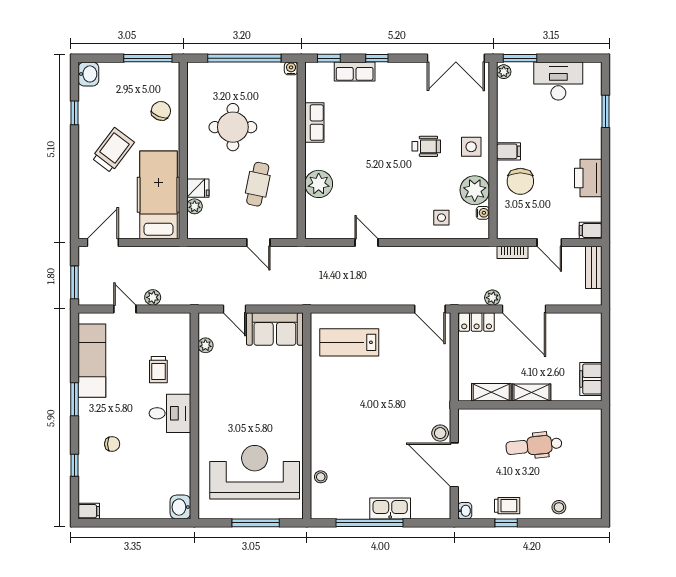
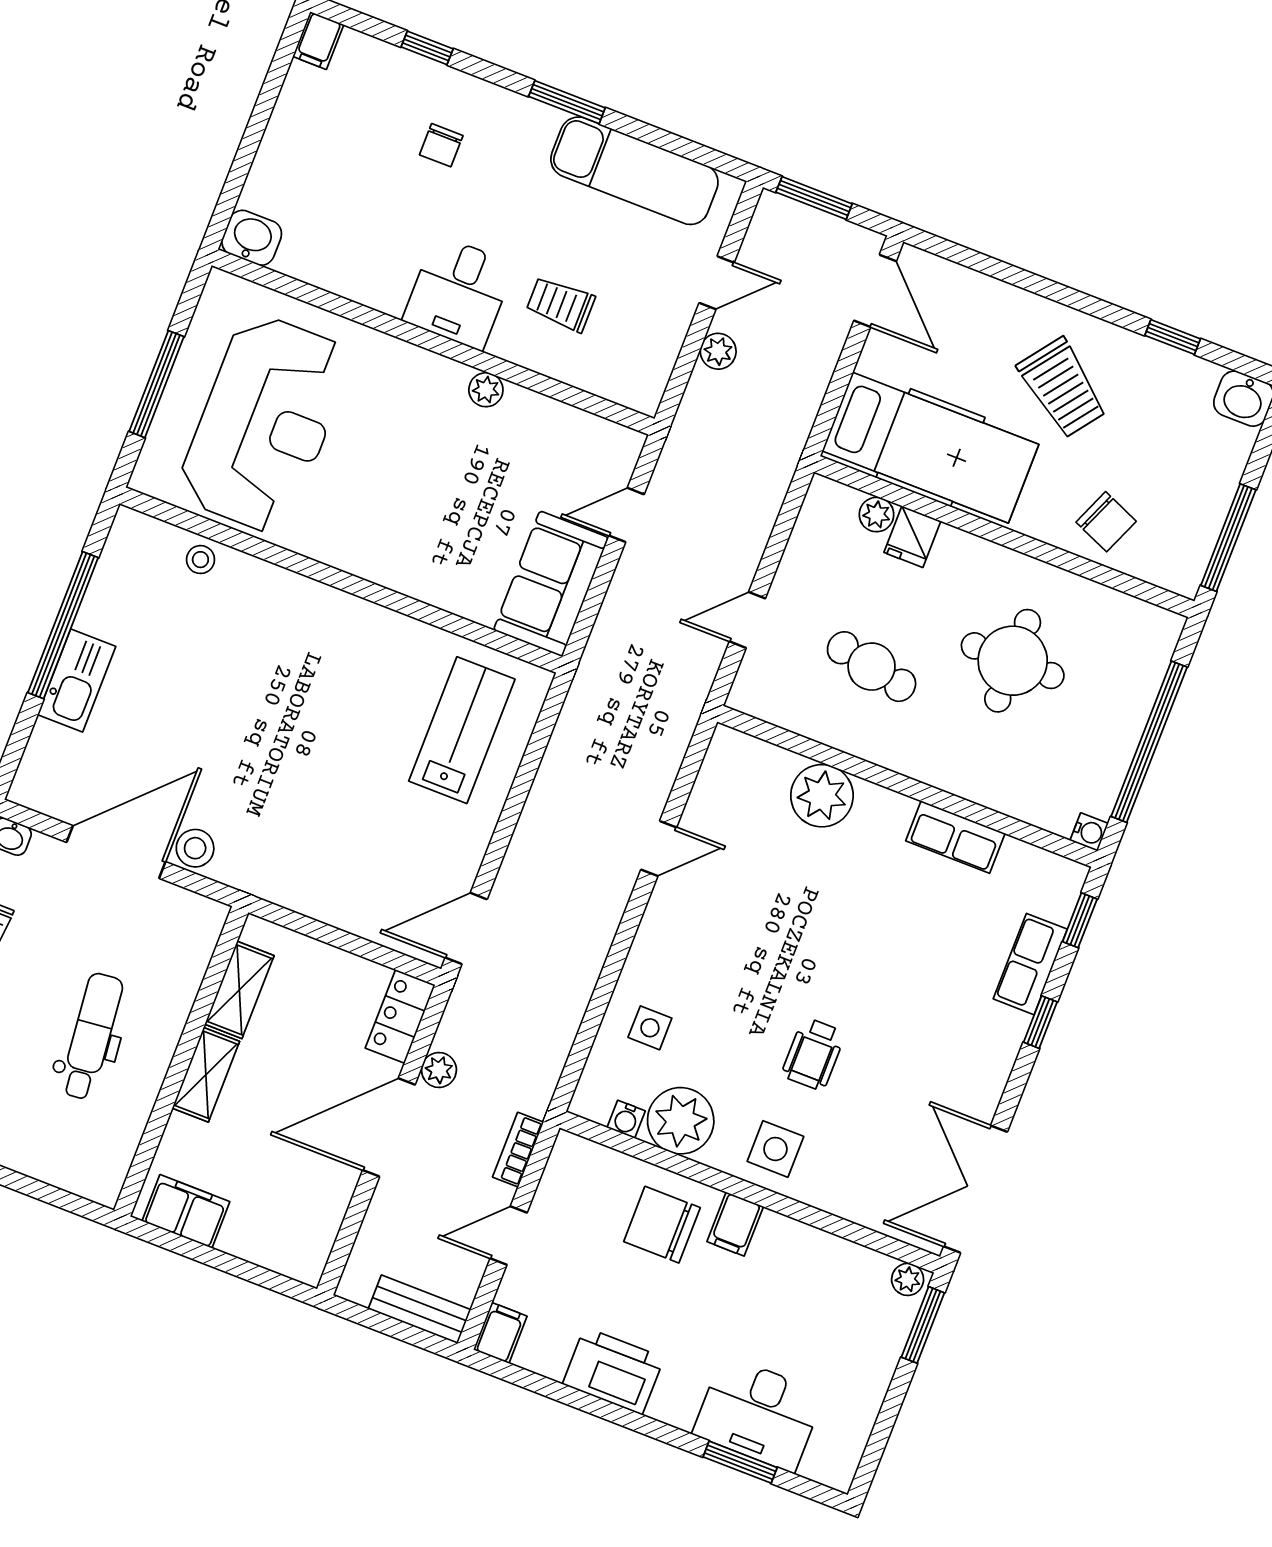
desk: (558, 81) -> (758, 1414), moved, turned 90
plant: (205, 345) -> (486, 390), moved

